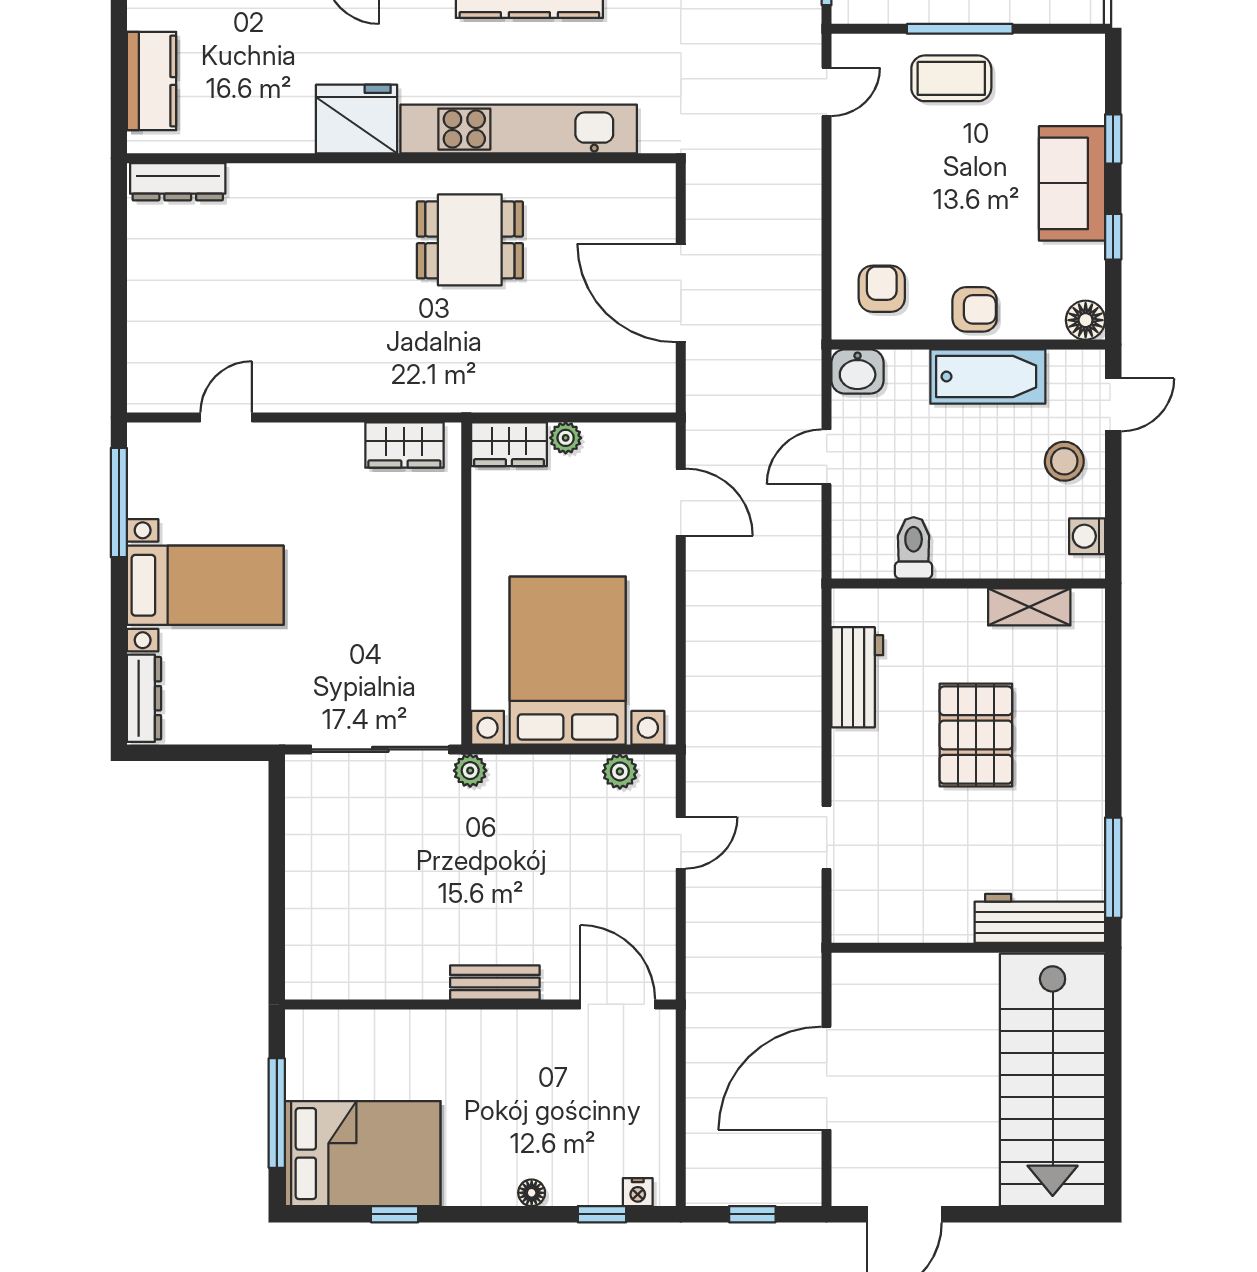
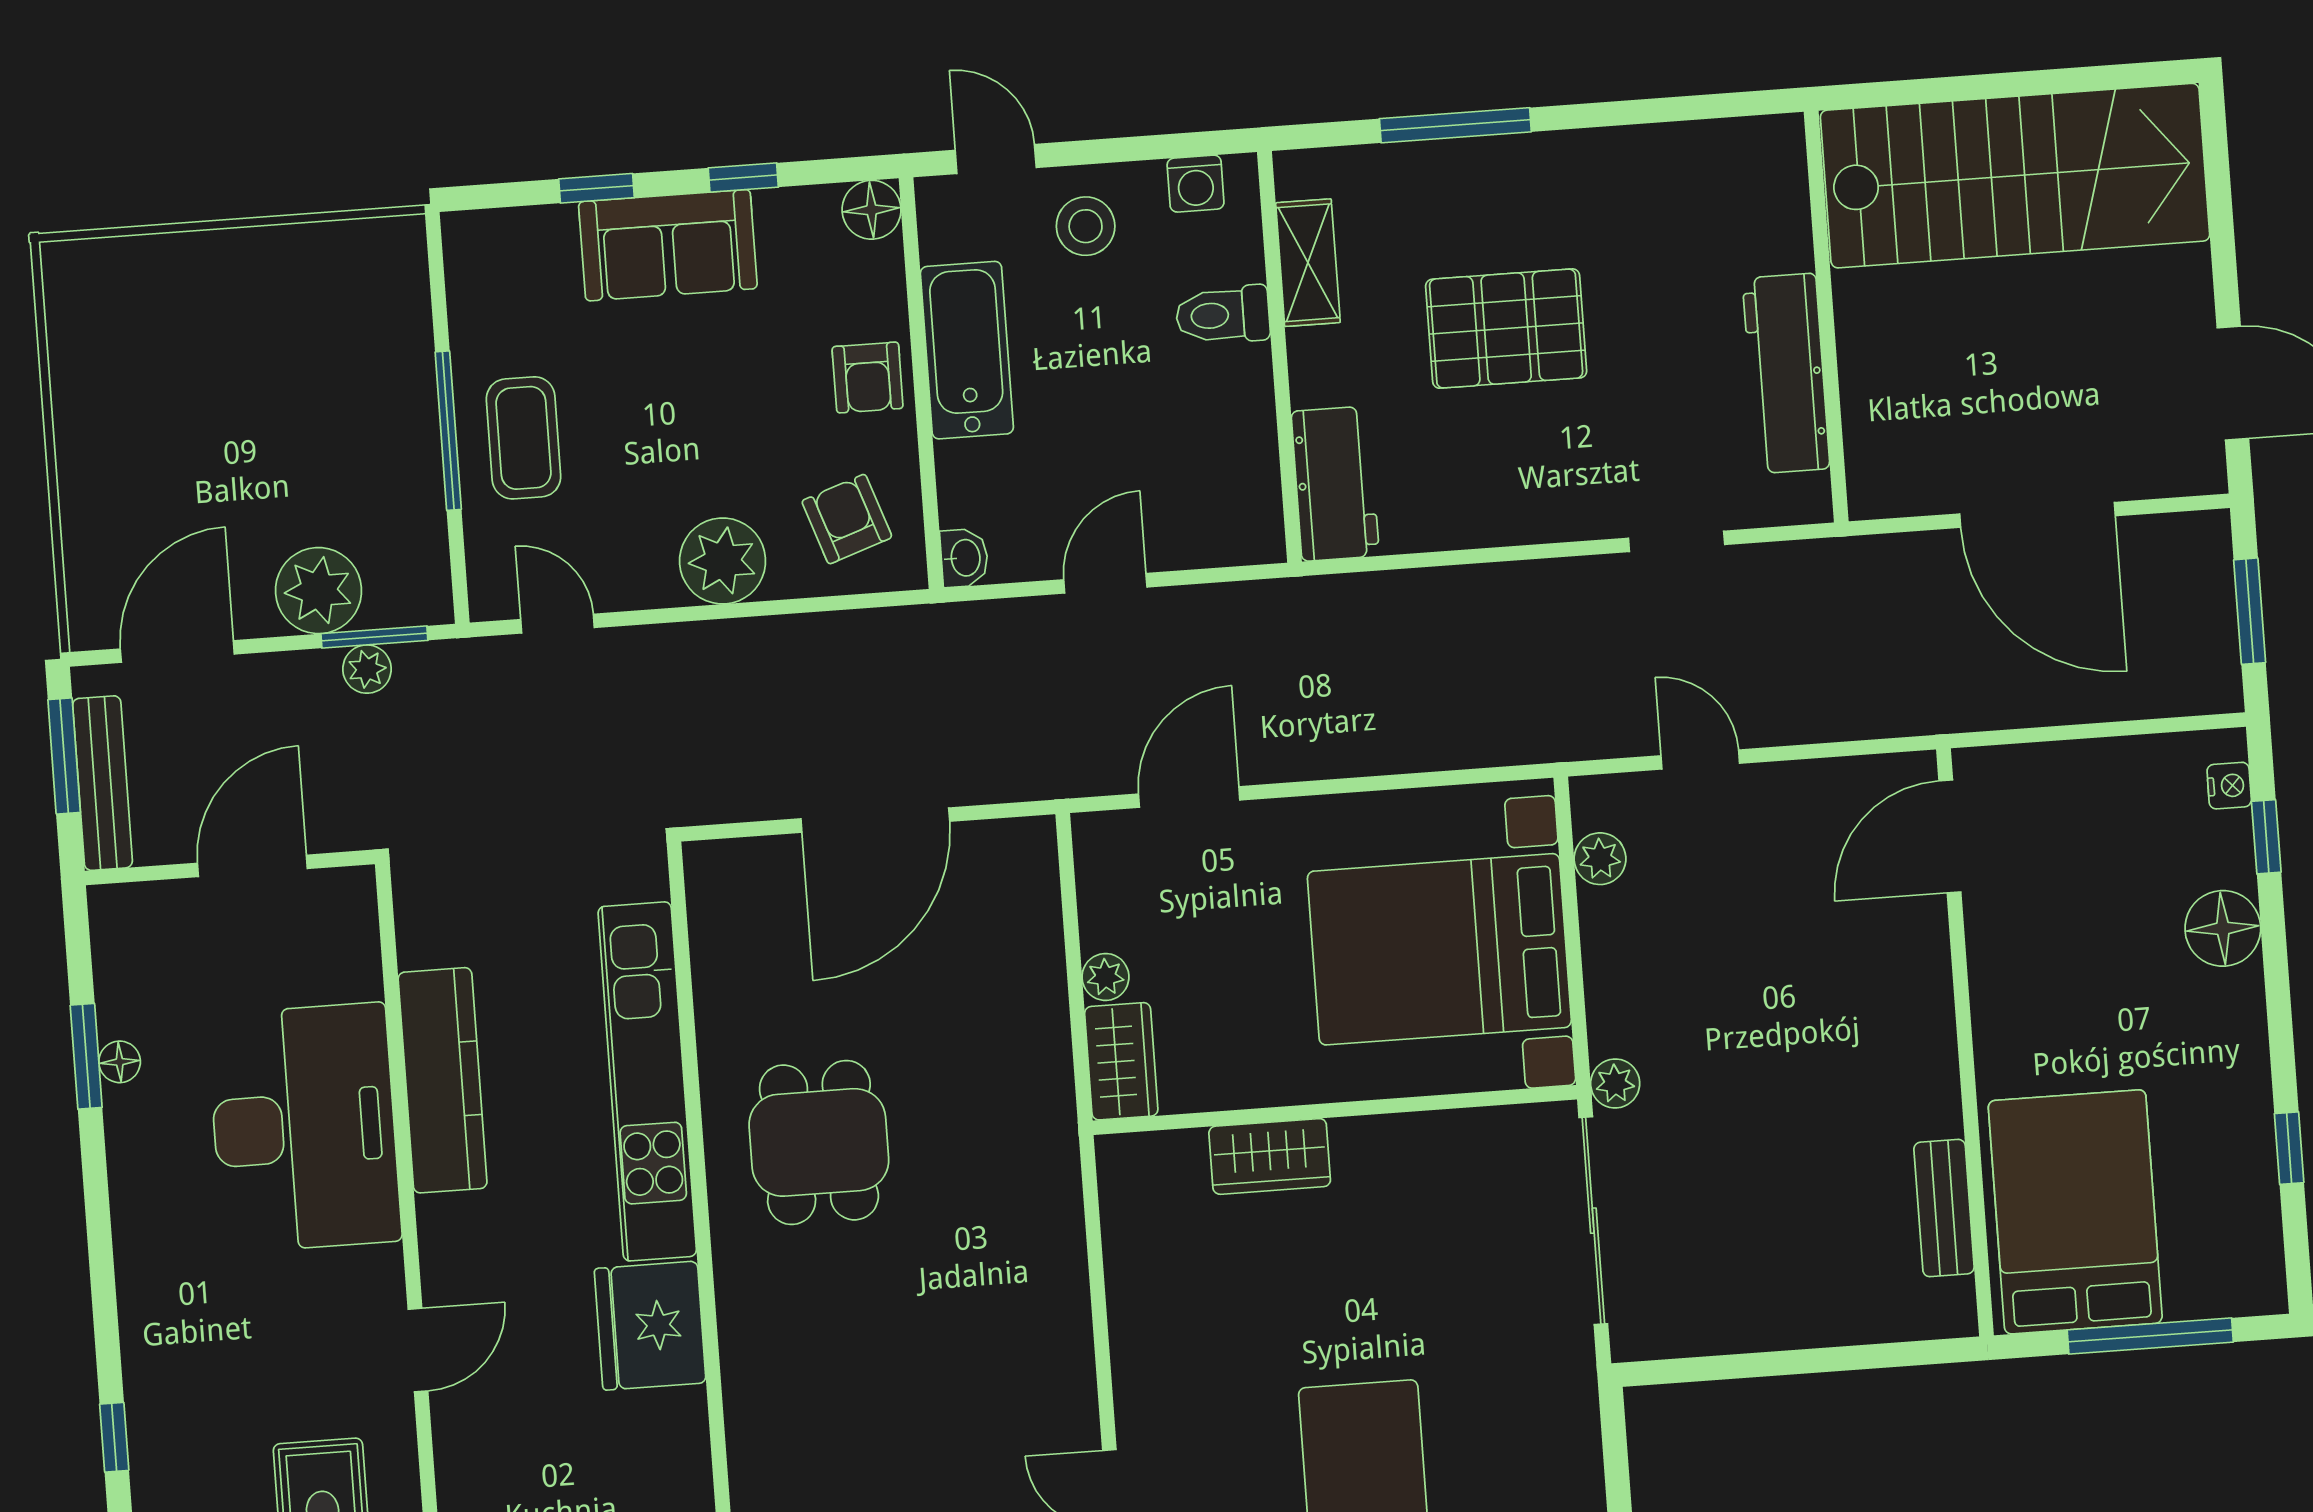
plant: (860, 204) -> (723, 561), added
armchair: (882, 289) -> (847, 519), turned 71
armchair: (975, 309) -> (868, 377), turned 180
washbasin: (858, 372) -> (964, 558), width x0.72, depth x0.69
wardrobe: (404, 445) -> (1270, 1156), moved, turned 90
door: (827, 457) -> (1105, 583), swing flipped
toilet: (914, 548) -> (1223, 315), moved
workbench: (857, 677) -> (1335, 484), moved, turned 90
window: (1113, 868) -> (1455, 125), moved
workbench: (1040, 918) -> (1786, 373), moved
bench: (495, 983) -> (1944, 1208), moved
bed: (363, 1154) -> (2075, 1212), moved
floor lamp: (532, 1193) -> (2223, 928), width x1.89, depth x1.89
window: (752, 1214) -> (2250, 611), width x1.50

